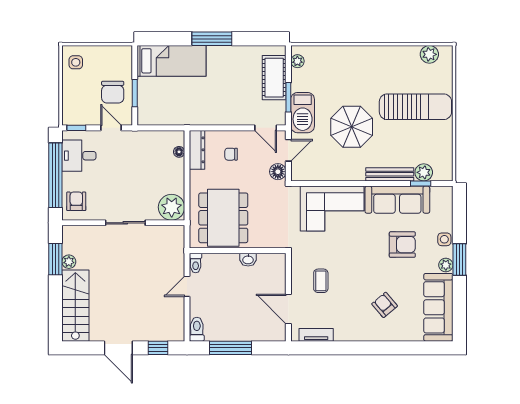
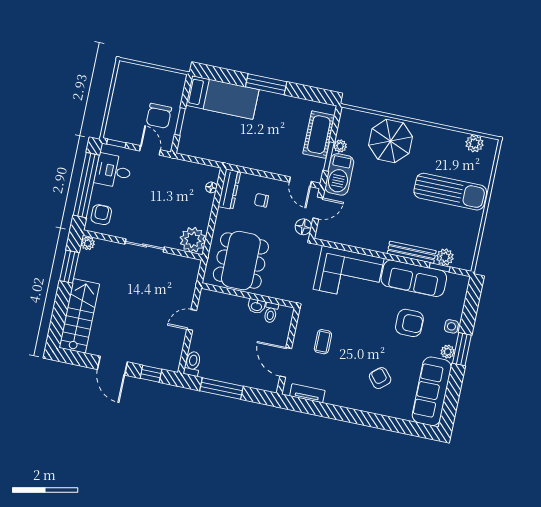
plant: (297, 61) -> (340, 146), moved
side table: (76, 62) -> (129, 79), removed
parasol: (352, 127) -> (390, 141), moved
plant: (69, 262) -> (88, 243), moved
toilet: (196, 263) -> (271, 313), moved

